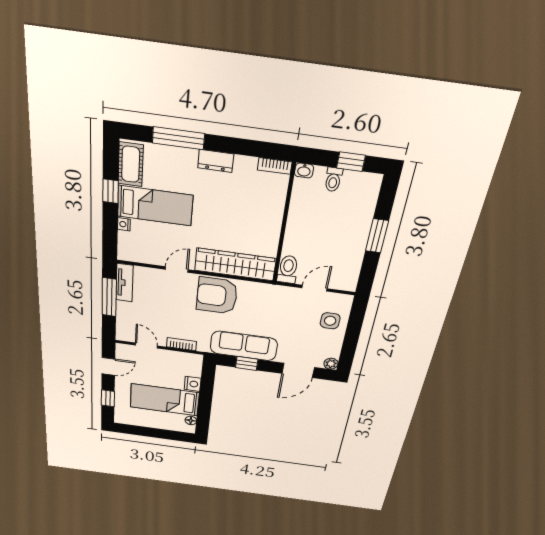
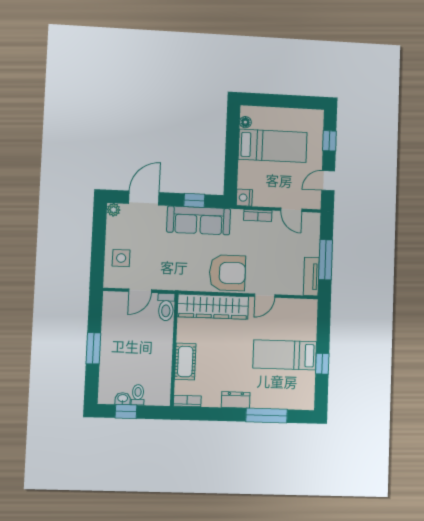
cot: (131, 164) -> (185, 362), moved
washbasin: (304, 170) -> (123, 399), moved
nightstand: (124, 224) -> (311, 335), removed
nightstand: (193, 384) -> (244, 198), moved

